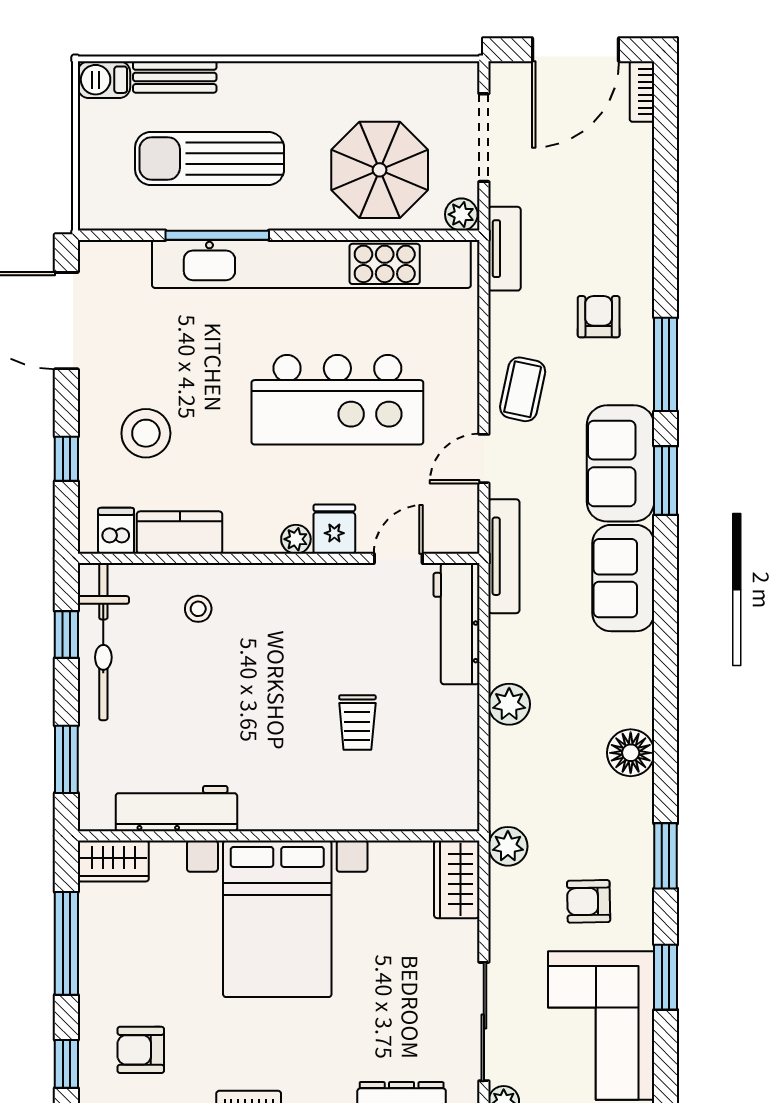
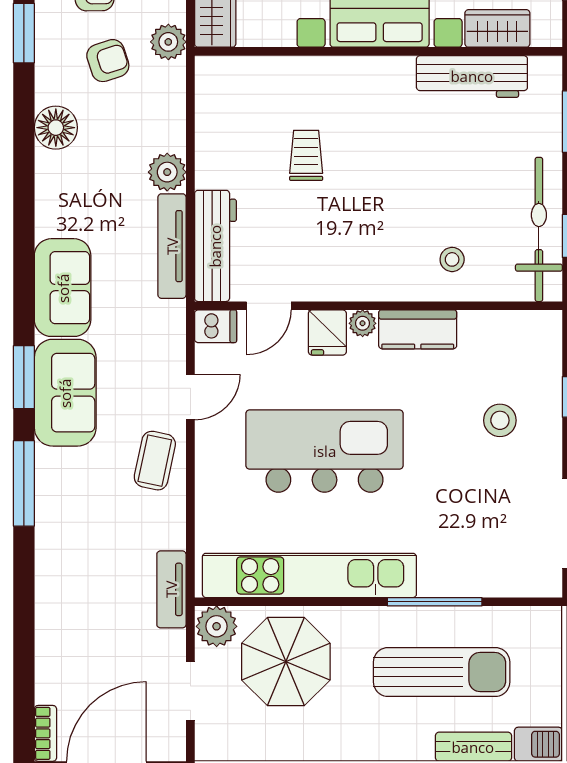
doorway: (484, 138) -> (190, 691), width x0.73
plant: (461, 214) -> (217, 626), width x1.38, depth x1.38
kitchen unit: (311, 264) -> (309, 575), width x0.73
armchair: (599, 317) -> (108, 61), moved, turned -108
stool: (146, 433) -> (500, 420), width x0.73, depth x0.73
dishwasher: (116, 531) -> (216, 326), moved, turned -90
kitchen counter: (180, 533) -> (418, 329), moved
tv unit: (504, 556) -> (172, 246), moved
wardrobe: (113, 861) -> (497, 28), moved

